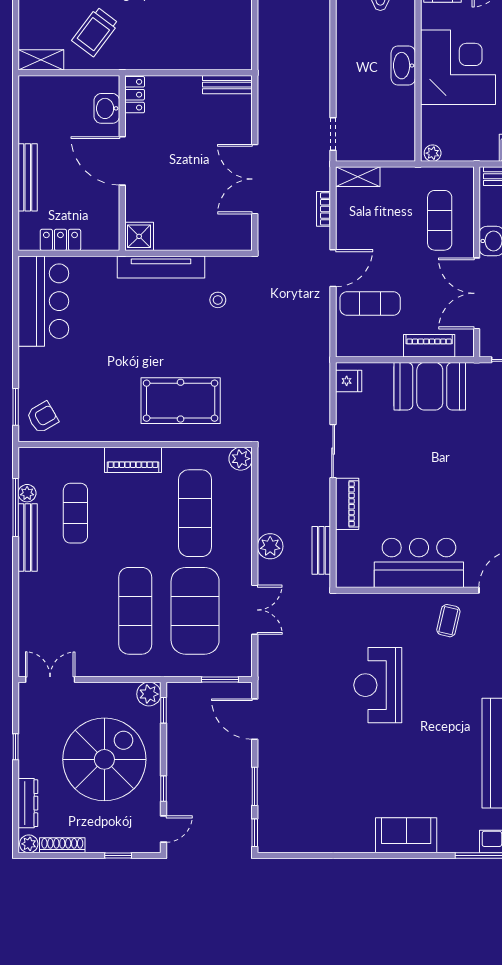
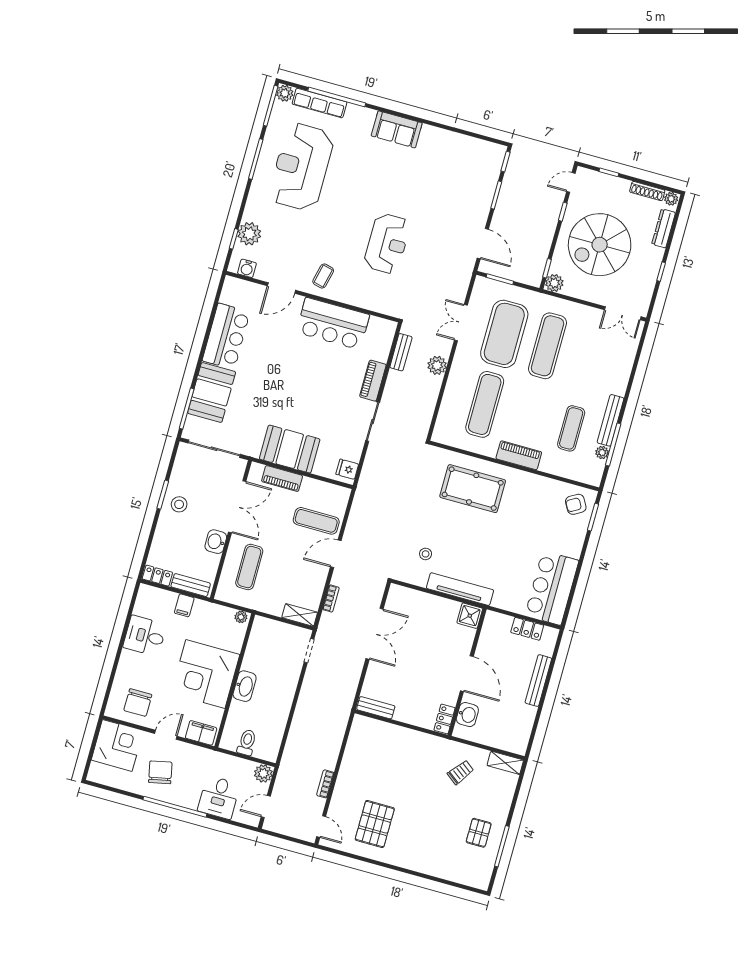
trolley: (95, 32) -> (460, 772), width x0.73, depth x0.72
plant: (241, 459) -> (441, 435), removed

